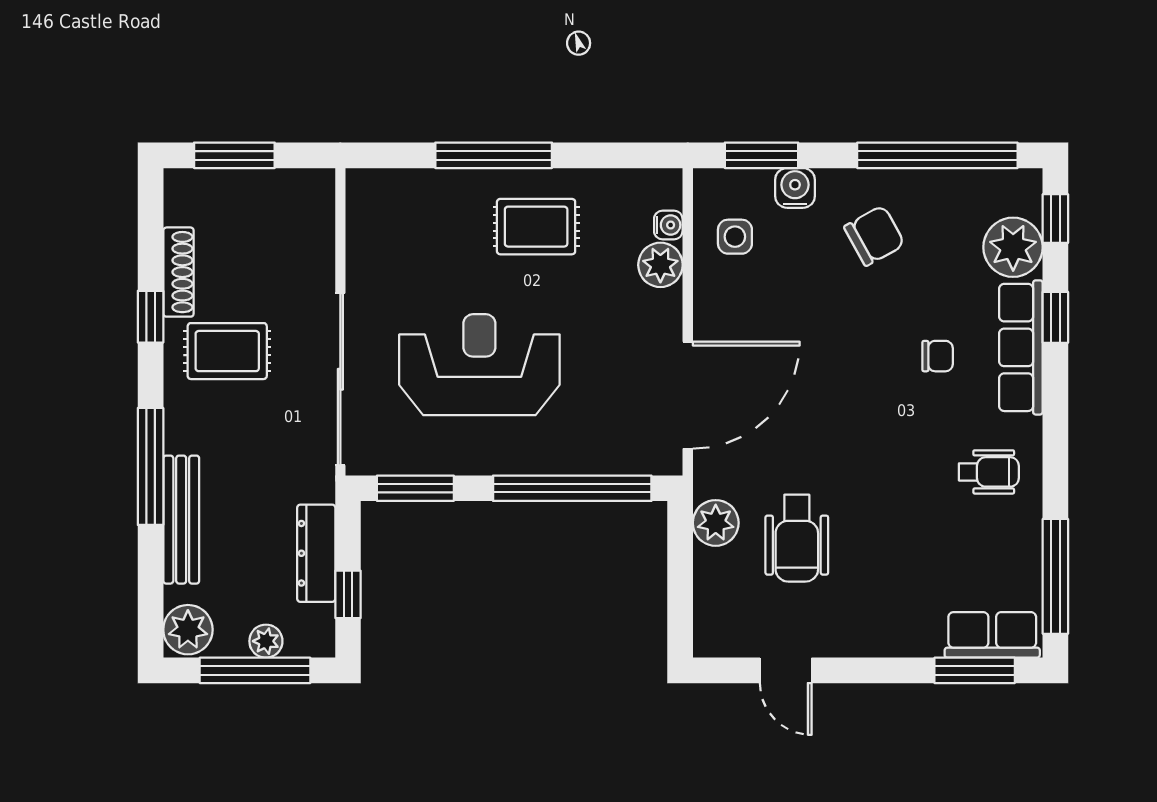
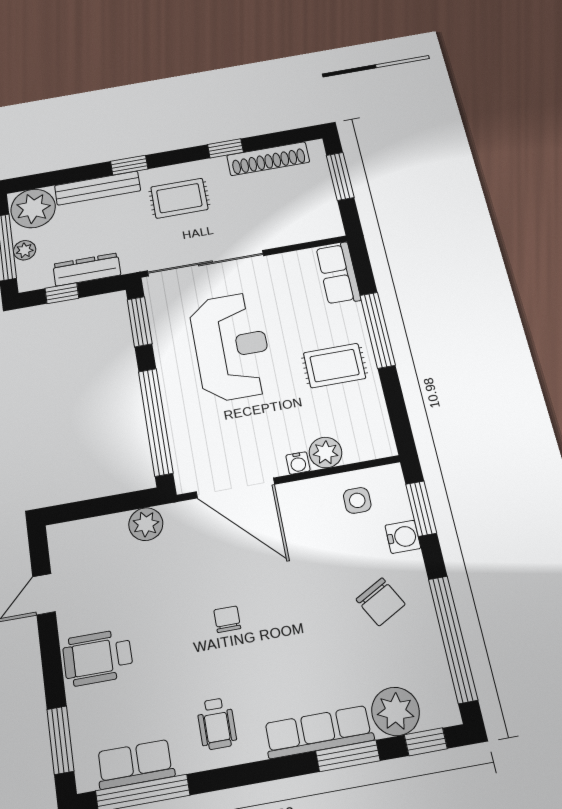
row of seats: (395, 192) -> (338, 273), added
water cooler: (668, 225) -> (298, 463), moved
rug: (536, 227) -> (334, 366), turned 90
shoe rack: (178, 272) -> (268, 159), width x1.36, depth x1.24
window: (1055, 317) -> (348, 756), width x1.50
rug: (227, 351) -> (179, 198), moved, turned 90
chair: (938, 356) -> (227, 619), moved, turned 180
window: (151, 466) -> (129, 165), width x0.46
wheelchair: (797, 538) -> (98, 658), moved
plant: (188, 630) -> (33, 208), width x1.36, depth x1.36
row of seats: (992, 635) -> (135, 764), moved, turned -90

